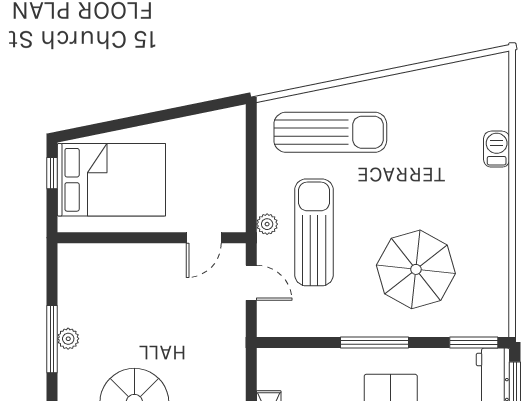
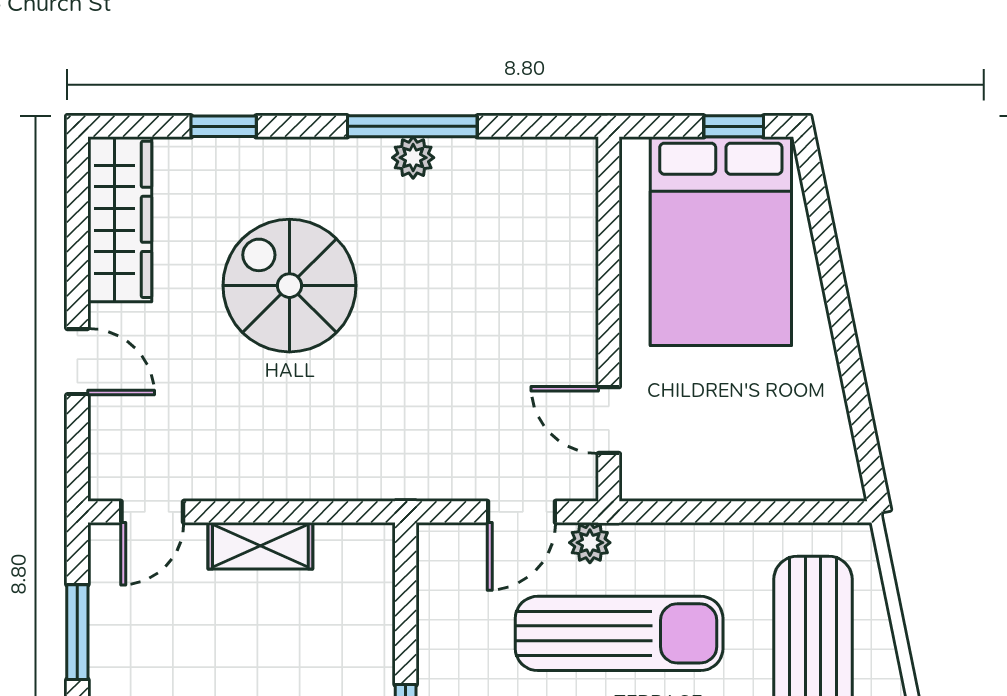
plant: (267, 224) -> (590, 543), moved

